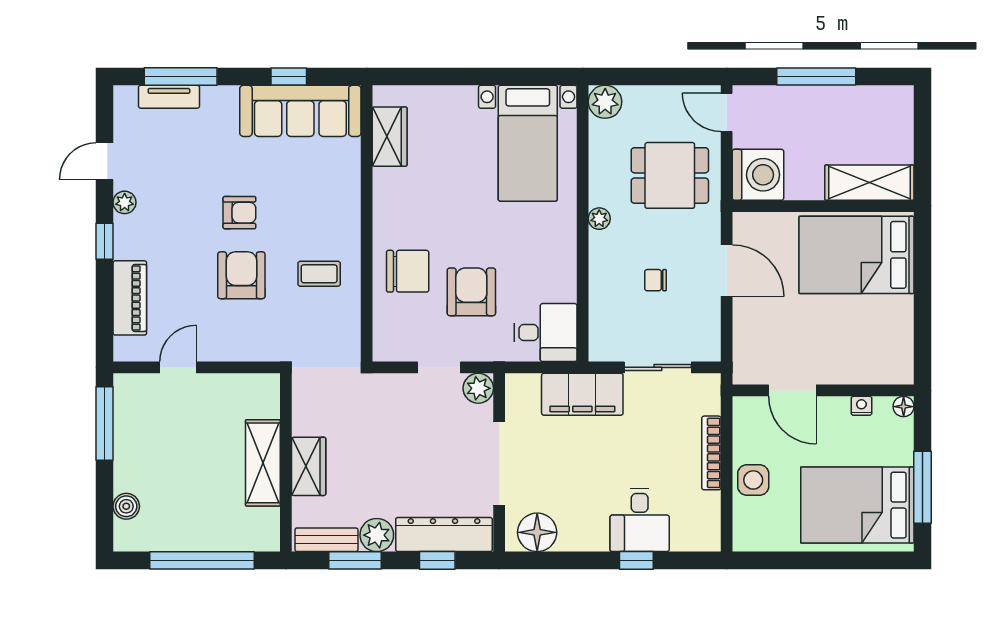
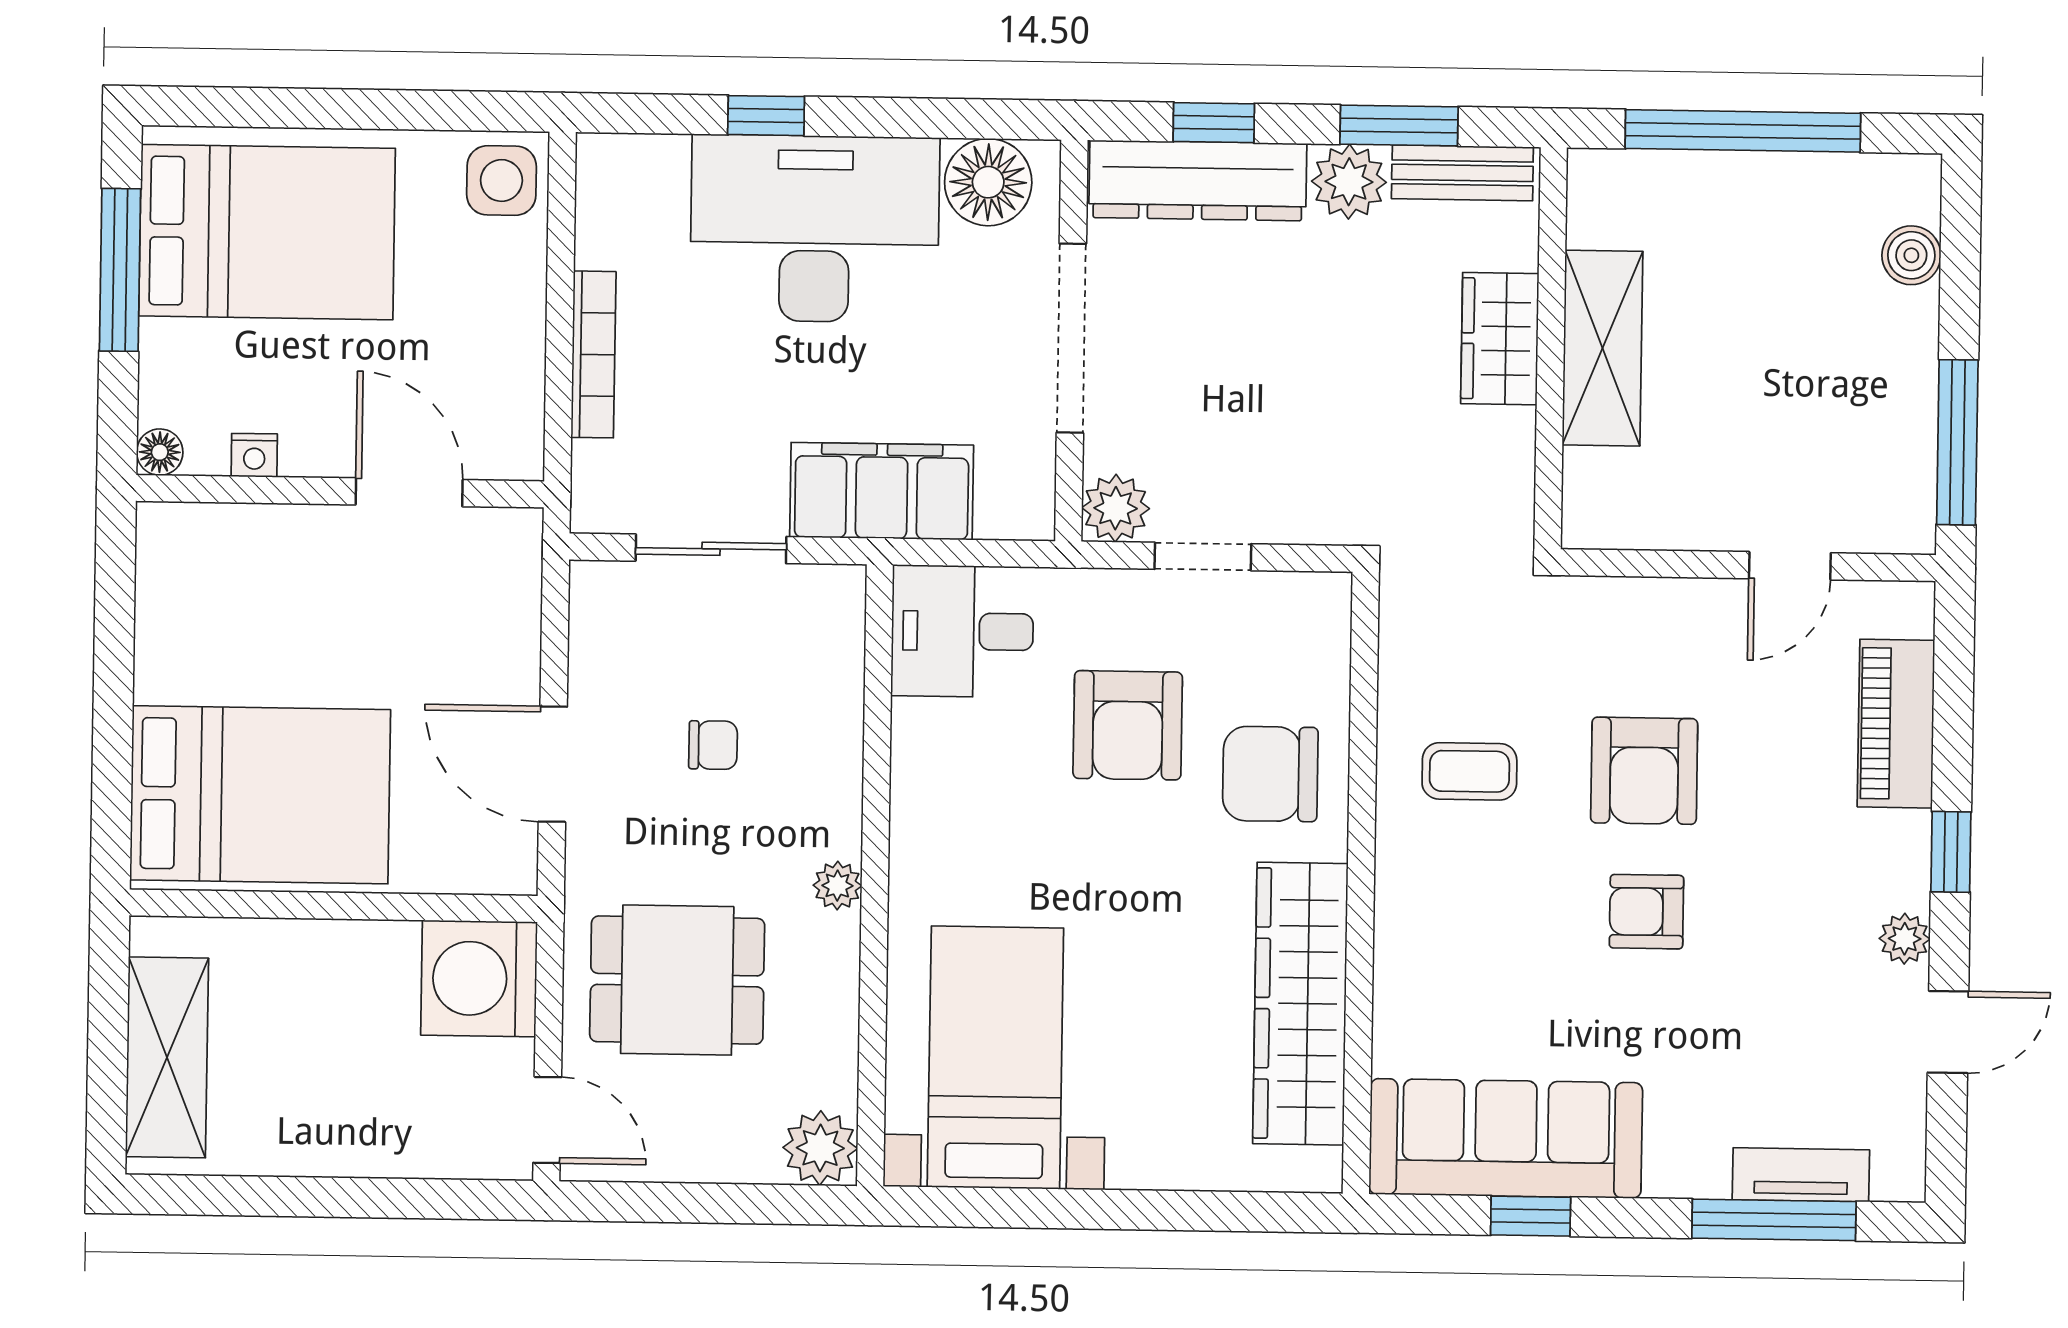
window: (816, 77) -> (344, 1197), removed
wardrobe: (390, 137) -> (1300, 1004), width x2.10, depth x1.17
shelving: (869, 183) -> (167, 1057), moved, turned 90
side table: (753, 480) -> (501, 180), moved
desk: (640, 520) -> (815, 229), width x1.87, depth x1.30

